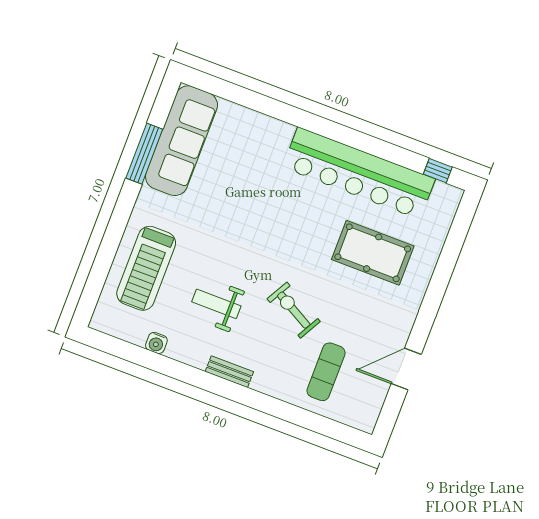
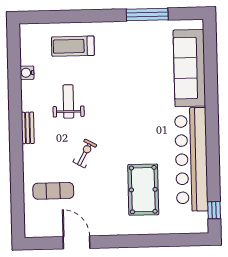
sofa: (181, 141) -> (189, 68), moved, turned 90
treadmill: (146, 268) -> (73, 46), width x0.73, depth x0.73
exercise bike: (294, 310) -> (85, 153), width x0.73, depth x0.72

